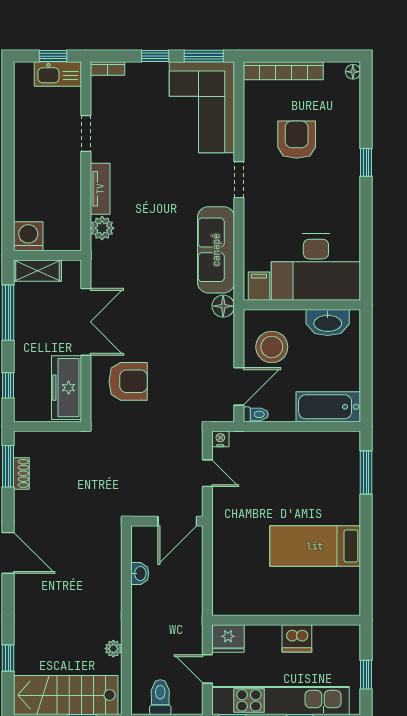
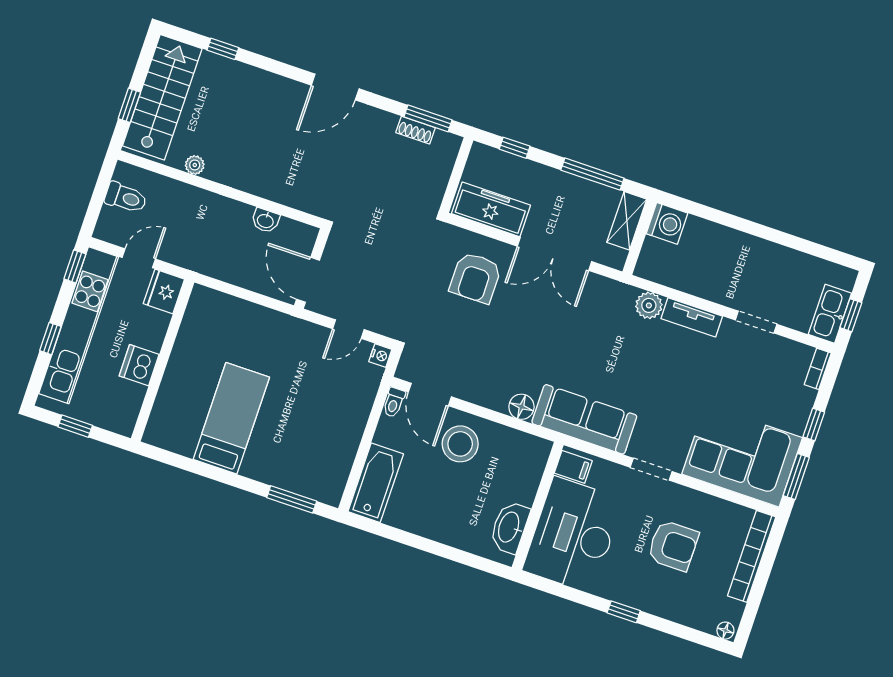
desk: (316, 267) -> (573, 535), moved
filing cabinet: (259, 286) -> (573, 467), moved
wall: (302, 305) -> (538, 506), moved
washbasin: (328, 323) -> (509, 527), moved

